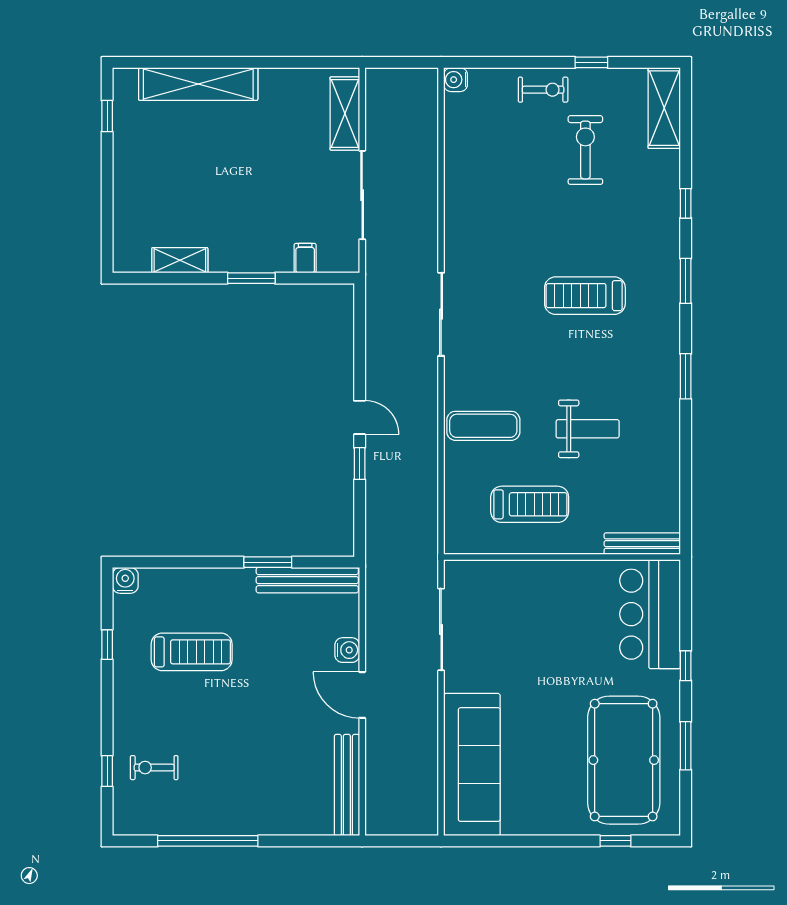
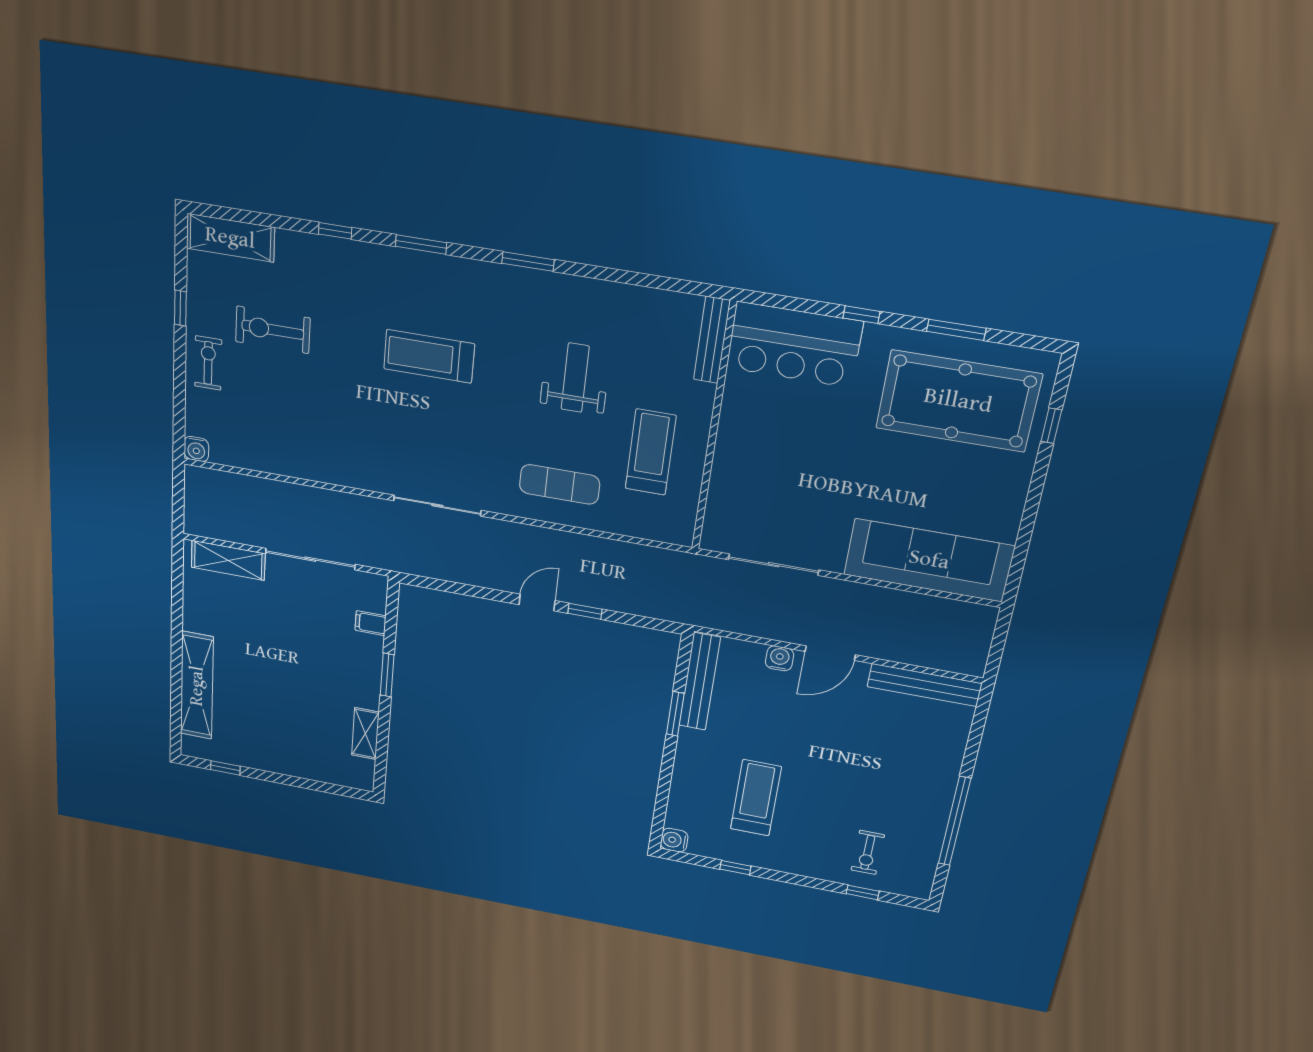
treadmill: (585, 296) -> (429, 356), turned 90
exercise mat: (483, 426) -> (560, 484), turned 90

